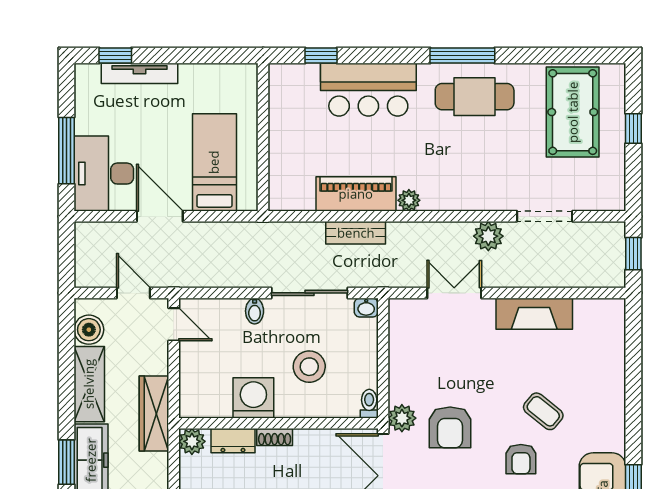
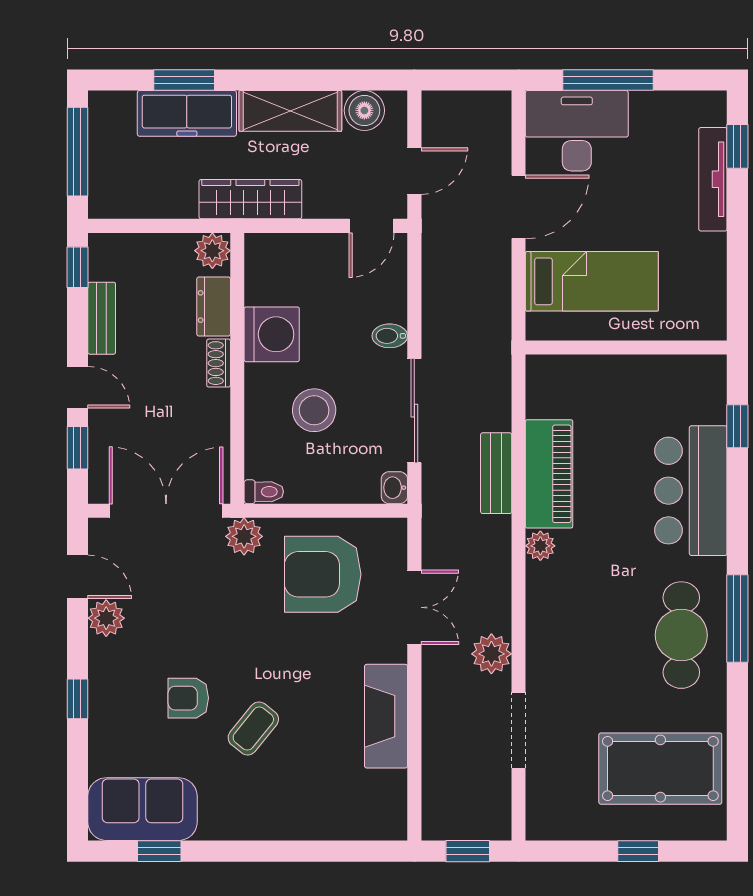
armchair: (450, 427) -> (323, 574), moved, width x1.36, depth x1.36

